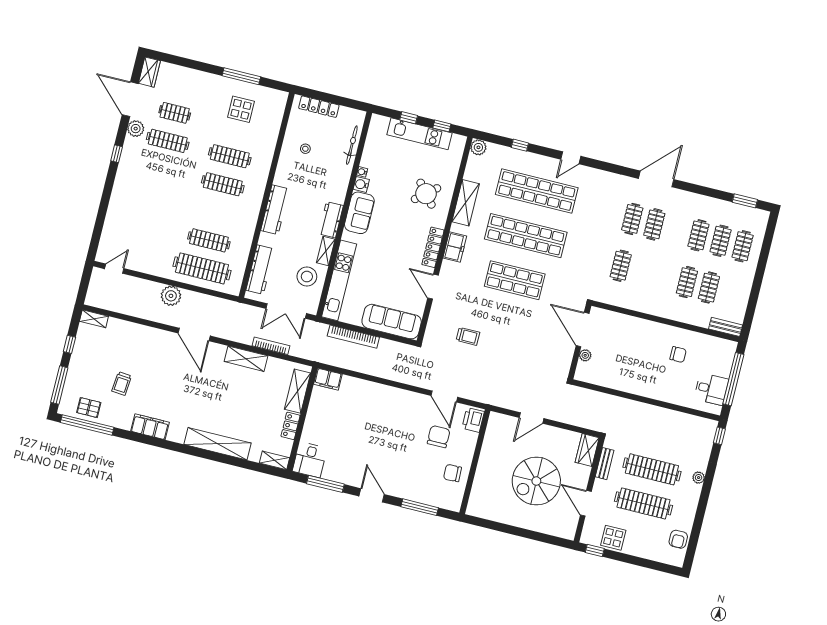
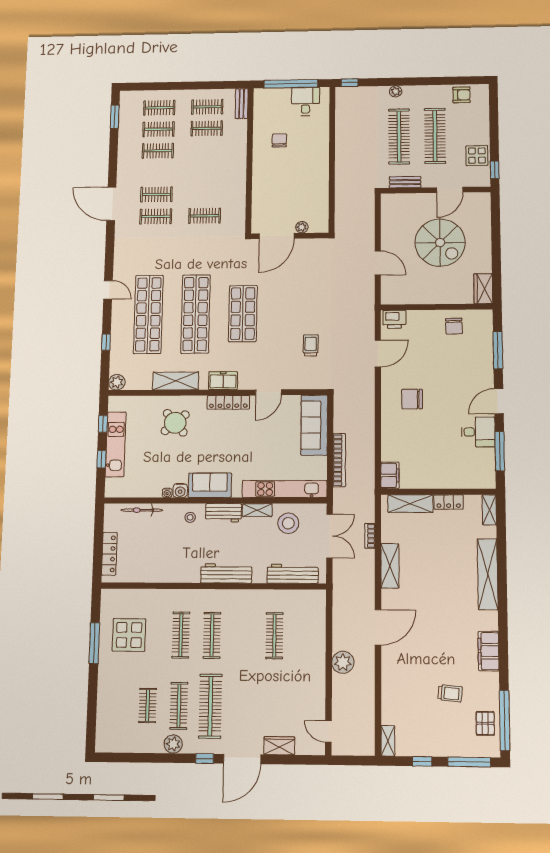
wardrobe: (149, 72) -> (279, 746), moved
door: (130, 99) -> (242, 759), moved
display table: (241, 109) -> (129, 635), width x1.36, depth x1.36
stool: (305, 149) -> (190, 517), moved
clothes rail: (202, 268) -> (210, 706), moved
clothes rail: (687, 282) -> (207, 107), moved
bookcase: (271, 346) -> (370, 536), width x0.64
chair: (439, 437) -> (412, 399), moved
wardrobe: (587, 450) -> (483, 289), moved, turned 90
desk: (310, 460) -> (478, 432), moved

